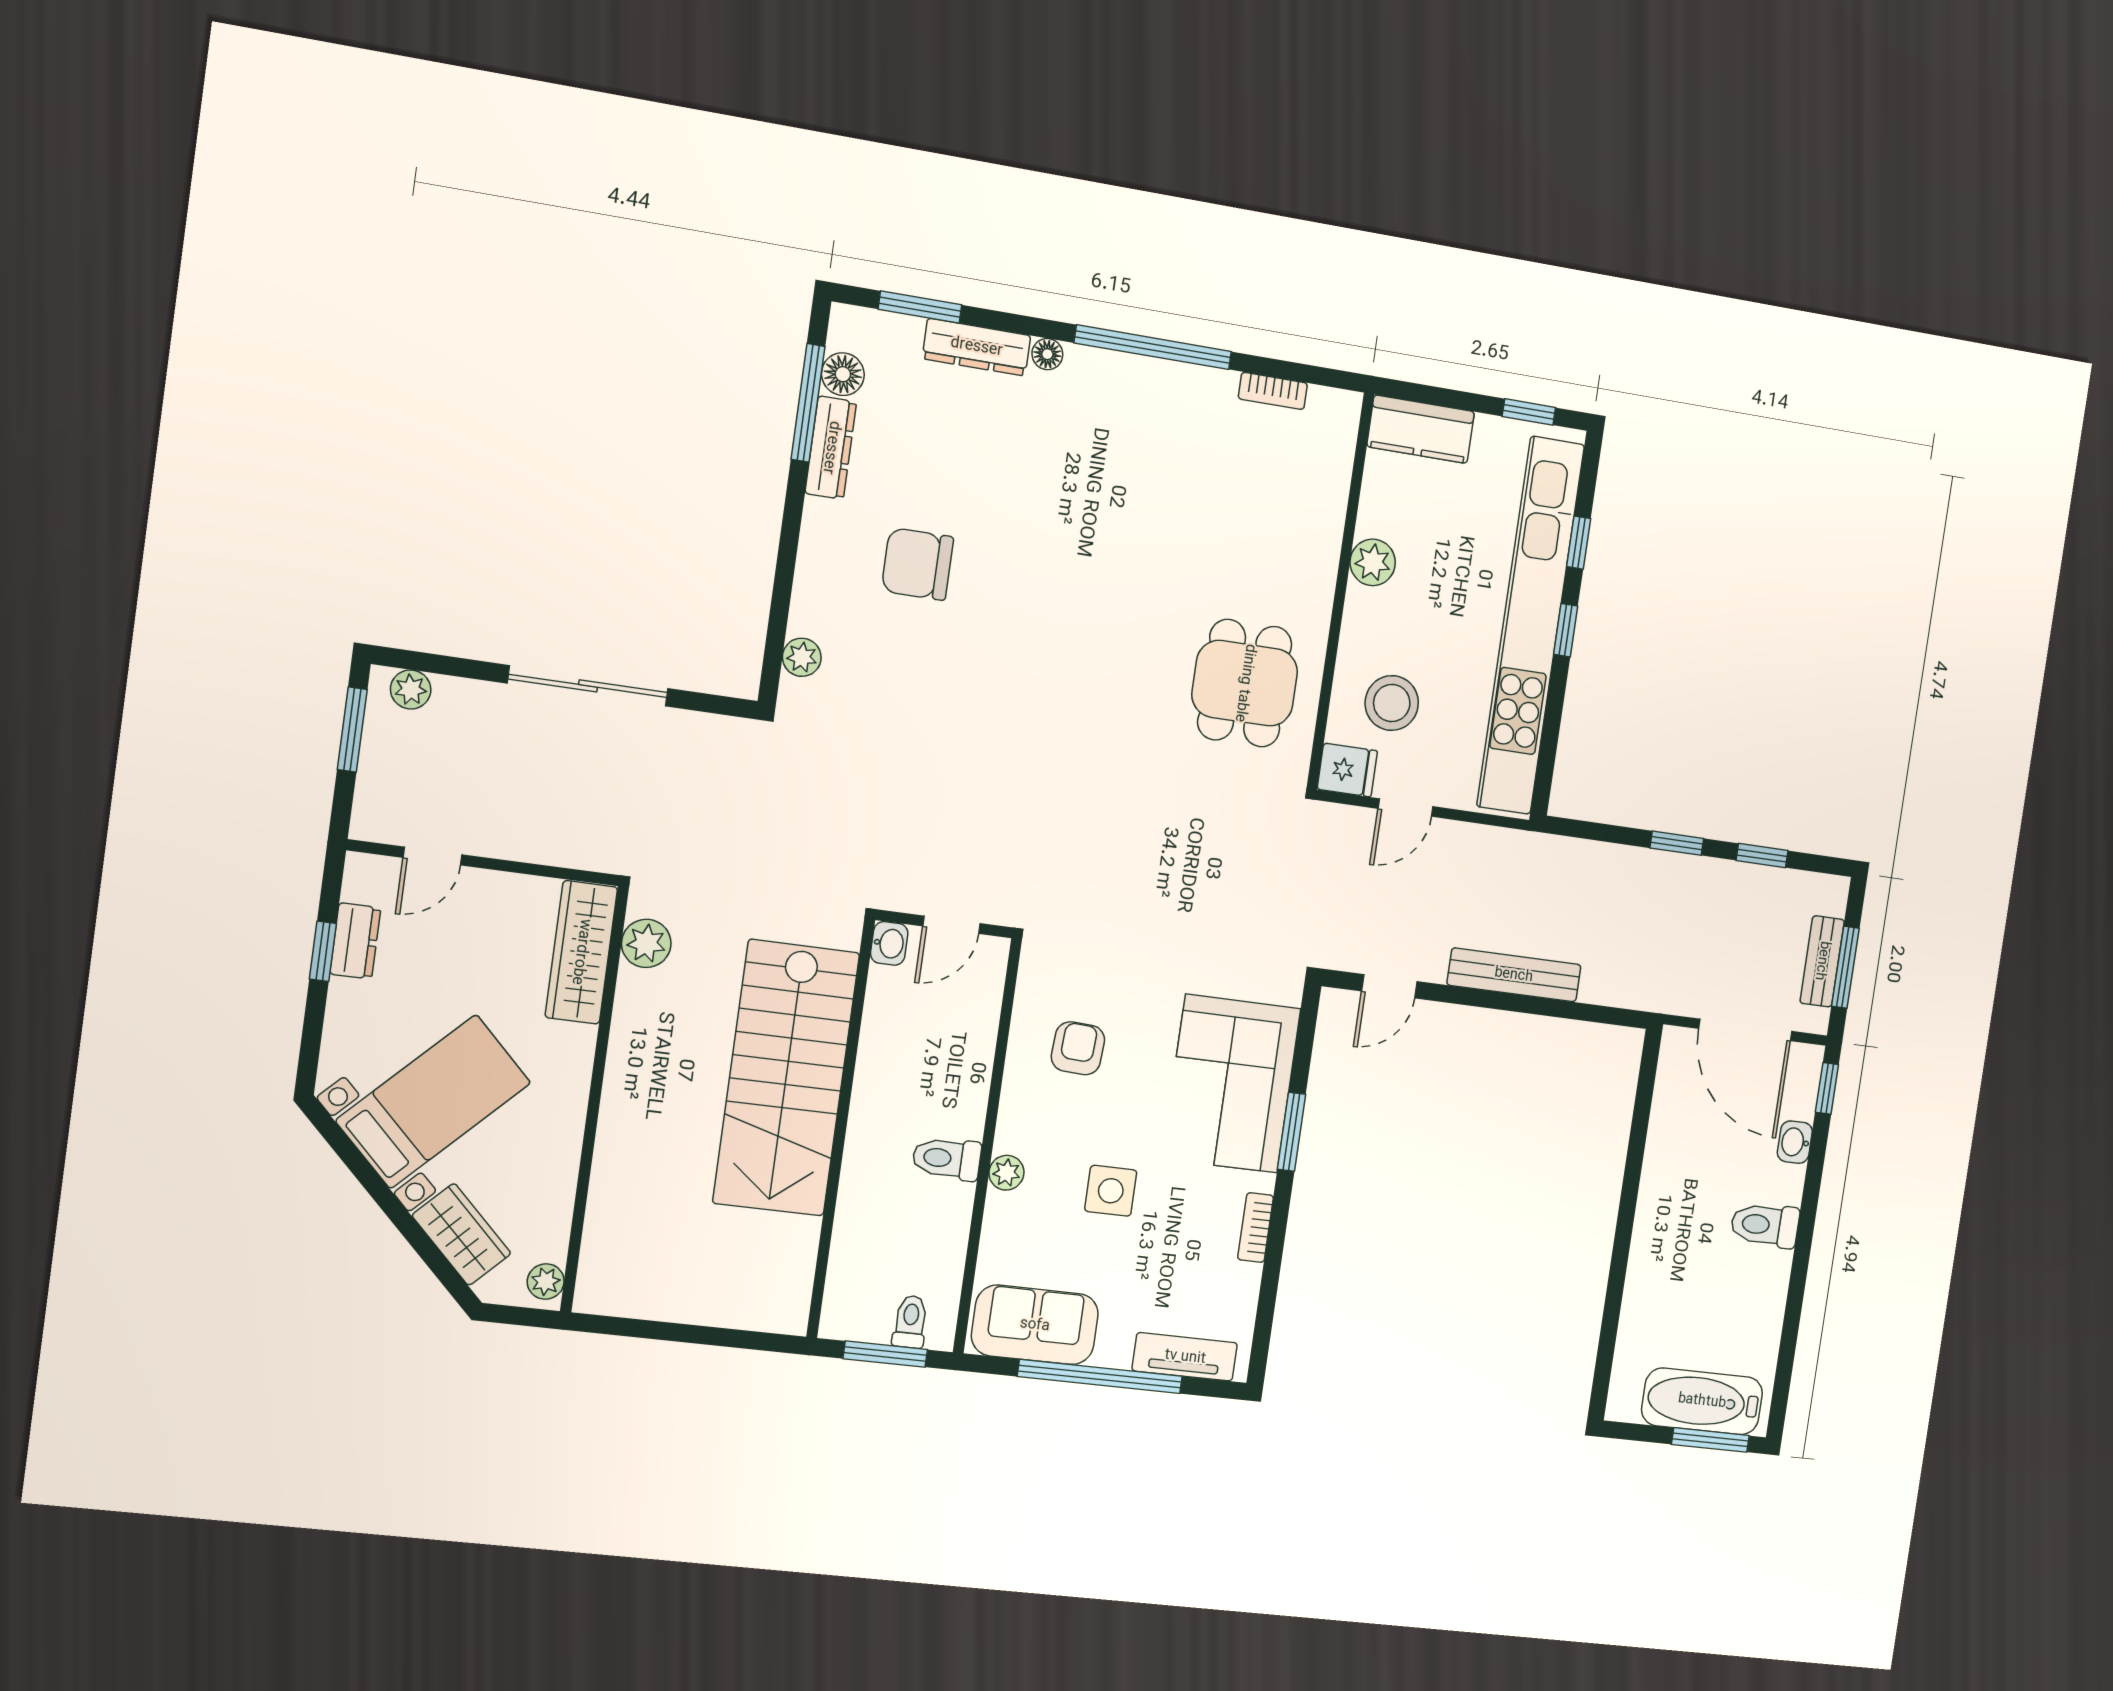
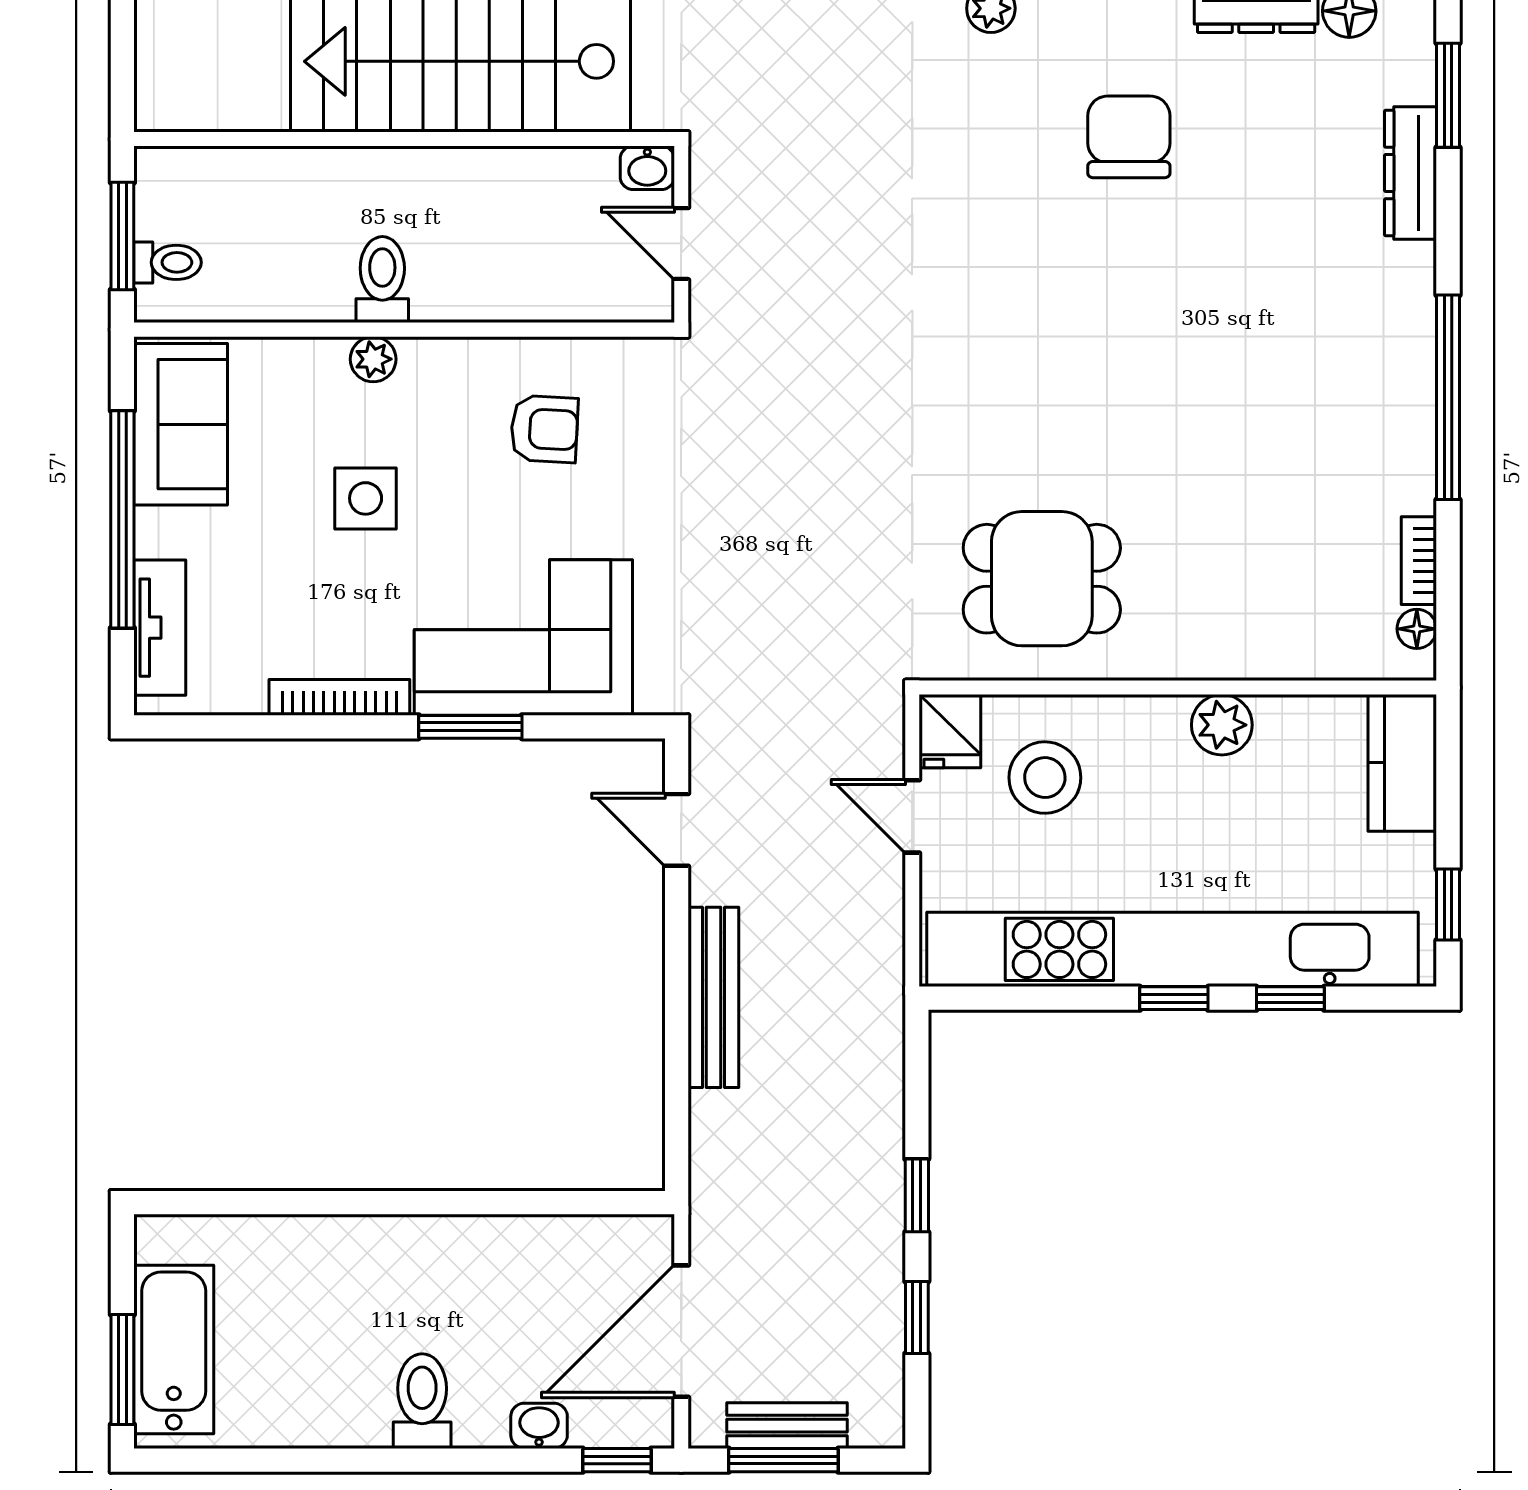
floor lamp: (1047, 354) -> (1417, 629), moved
bookcase: (1256, 1228) -> (339, 697), width x1.56

